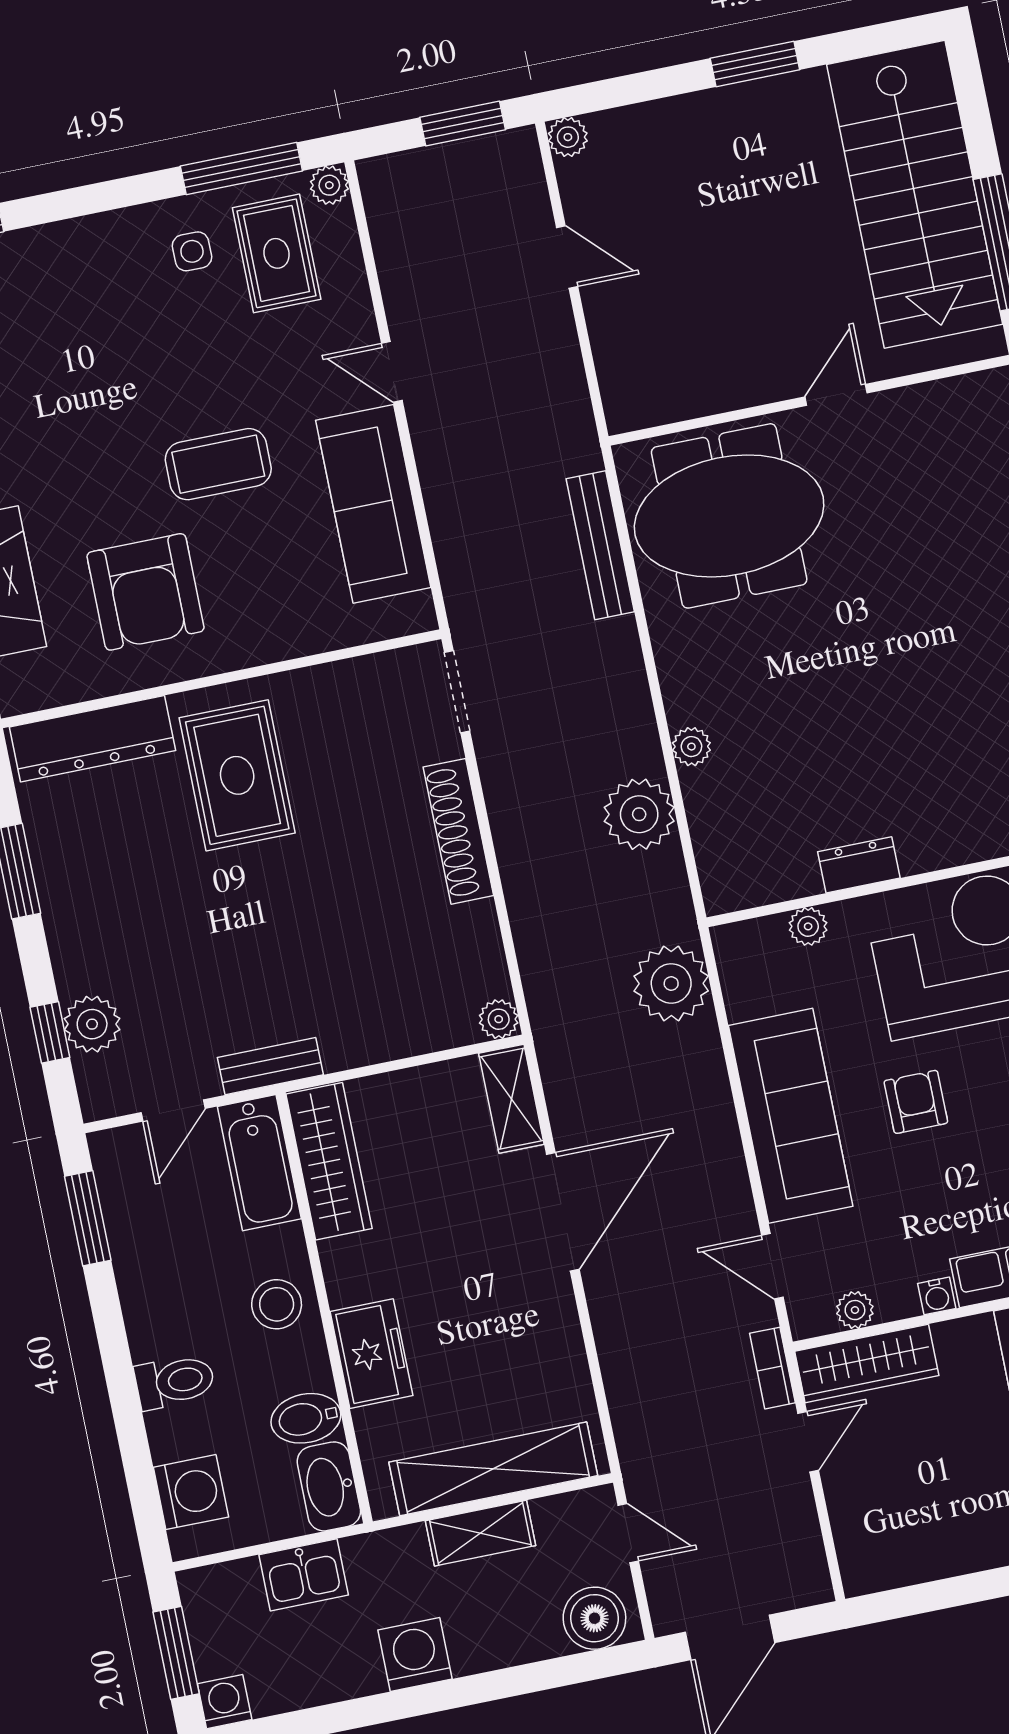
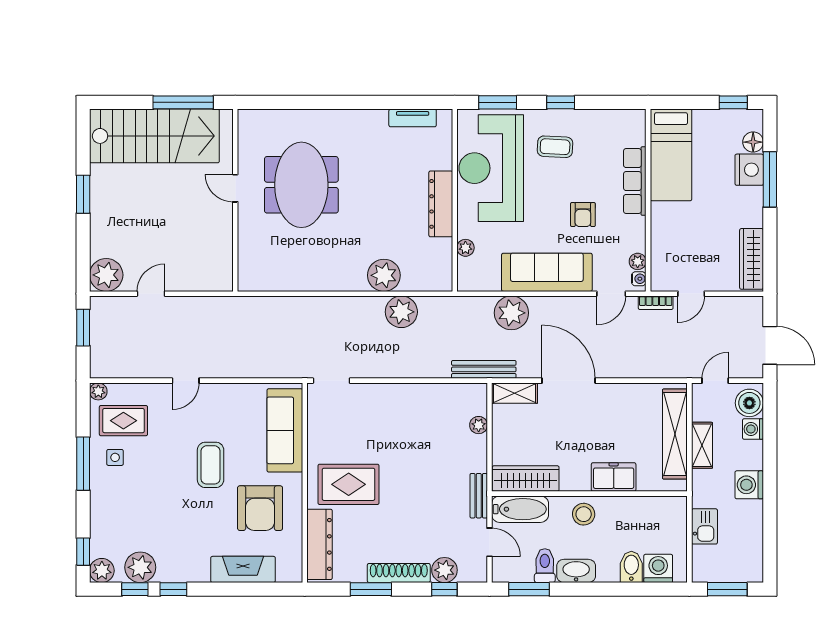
plant: (568, 137) -> (106, 275), width x1.88, depth x1.88
window: (241, 168) -> (83, 464), moved
sofa: (373, 504) -> (285, 430), moved, turned 90
meeting table: (729, 516) -> (301, 185), moved
bench: (600, 545) -> (484, 369), moved
armchair: (146, 592) -> (260, 508), turned 90
plant: (691, 747) -> (384, 275), width x1.87, depth x1.87
shoe rack: (458, 831) -> (399, 573), moved, turned 180
dresser: (859, 865) -> (441, 204), width x1.96, depth x1.24
plant: (671, 983) -> (511, 313), moved
plant: (499, 1019) -> (479, 425), moved
armchair: (916, 1102) -> (583, 215), moved, turned -90
water cooler: (937, 1296) -> (639, 279), moved
wardrobe: (867, 1363) -> (752, 259), moved, turned 180
toilet: (175, 1382) -> (545, 566), moved
bidet: (306, 1418) -> (631, 567), moved, turned 180
door: (808, 1442) -> (691, 294), swing flipped
washbasin: (329, 1486) -> (576, 571), moved, turned 180
washing machine: (225, 1702) -> (753, 429), moved

